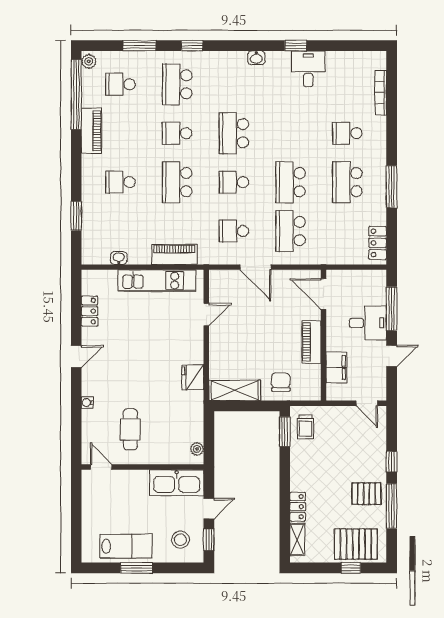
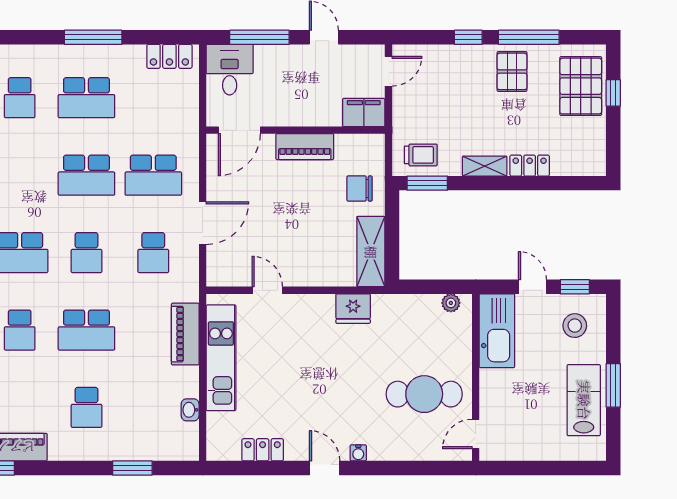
desk: (368, 323) -> (230, 70), moved
filing cabinet: (336, 367) -> (364, 113), moved
water cooler: (87, 403) -> (358, 453), moved
cafe table: (130, 429) -> (424, 394), width x1.37, depth x1.35
shelving: (297, 540) -> (485, 166), moved

